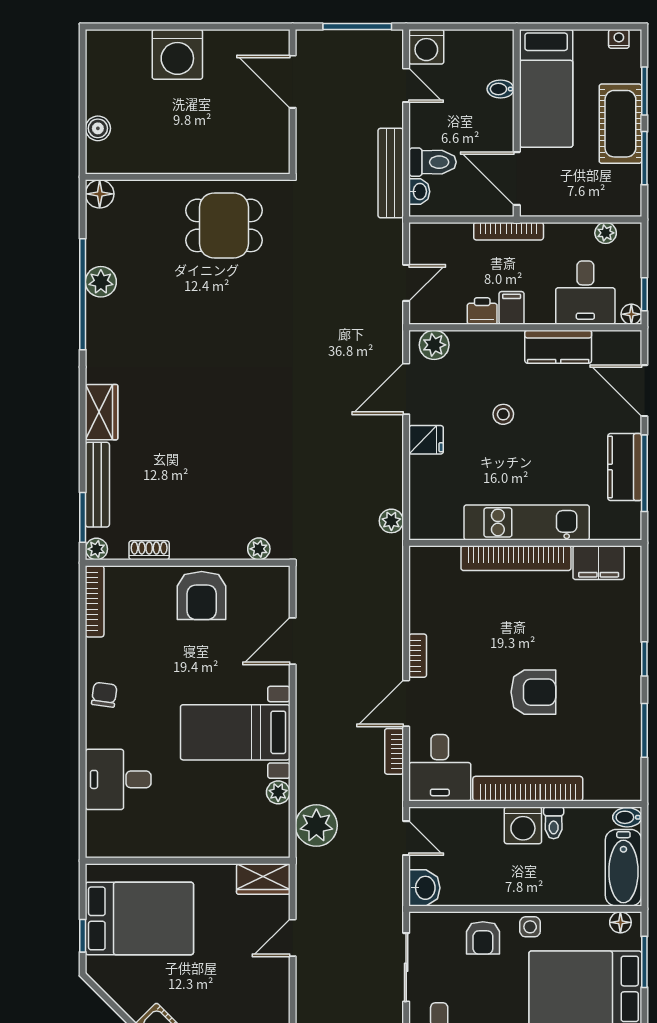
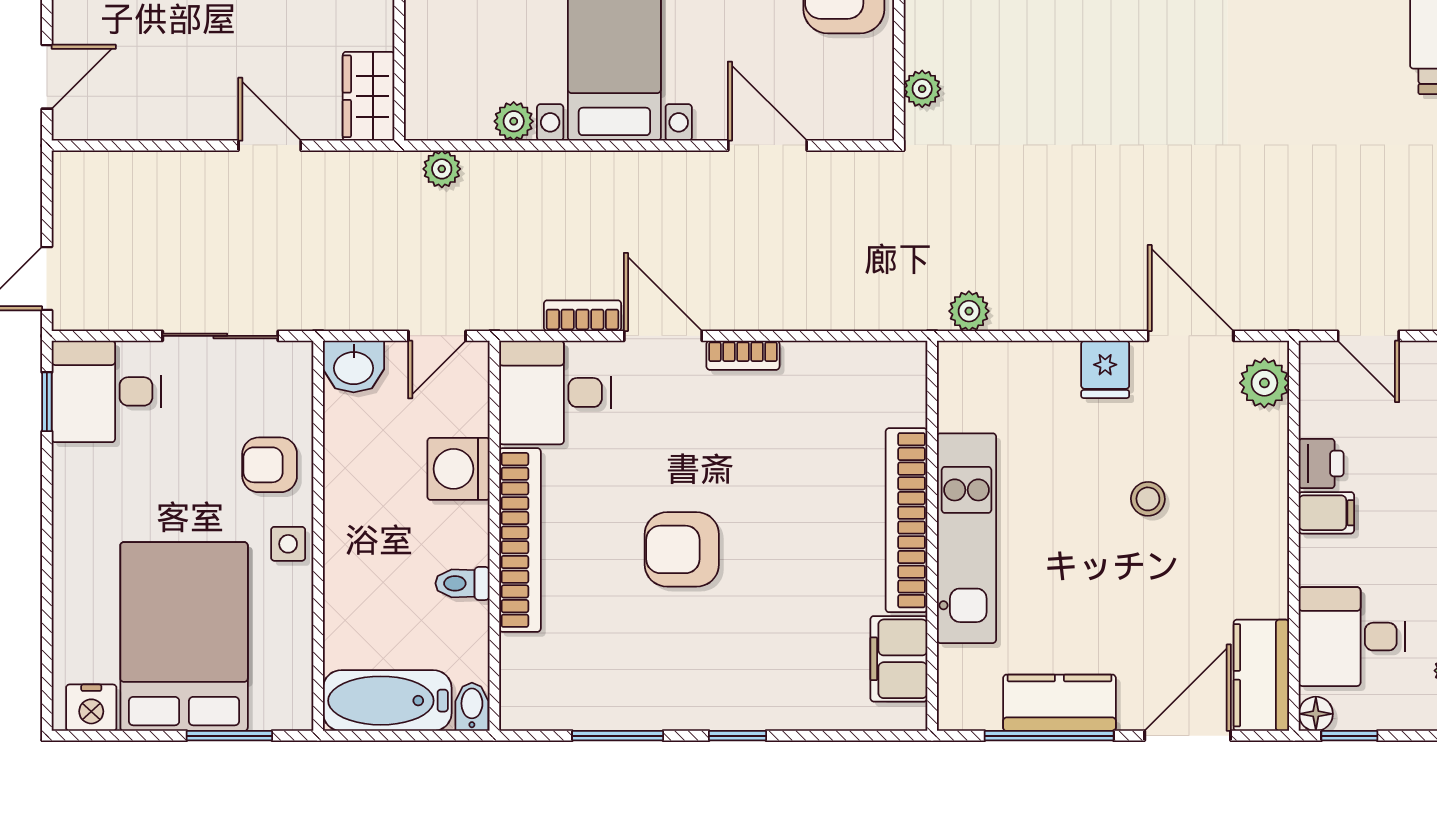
kitchen counter: (558, 347) -> (1261, 675), moved
armchair: (533, 692) -> (682, 549), turned 90
plant: (316, 825) -> (442, 169), width x0.53, depth x0.53
washing machine: (523, 825) -> (458, 469), moved
floor lamp: (620, 922) -> (296, 695), removed

